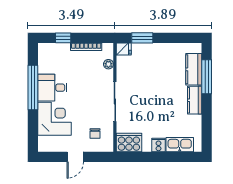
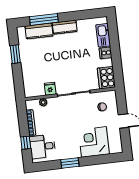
window: (142, 38) -> (15, 54), moved
fridge: (124, 49) -> (50, 89), moved
window: (33, 87) -> (70, 163), width x0.47
desk: (52, 88) -> (43, 147), moved, turned 90

